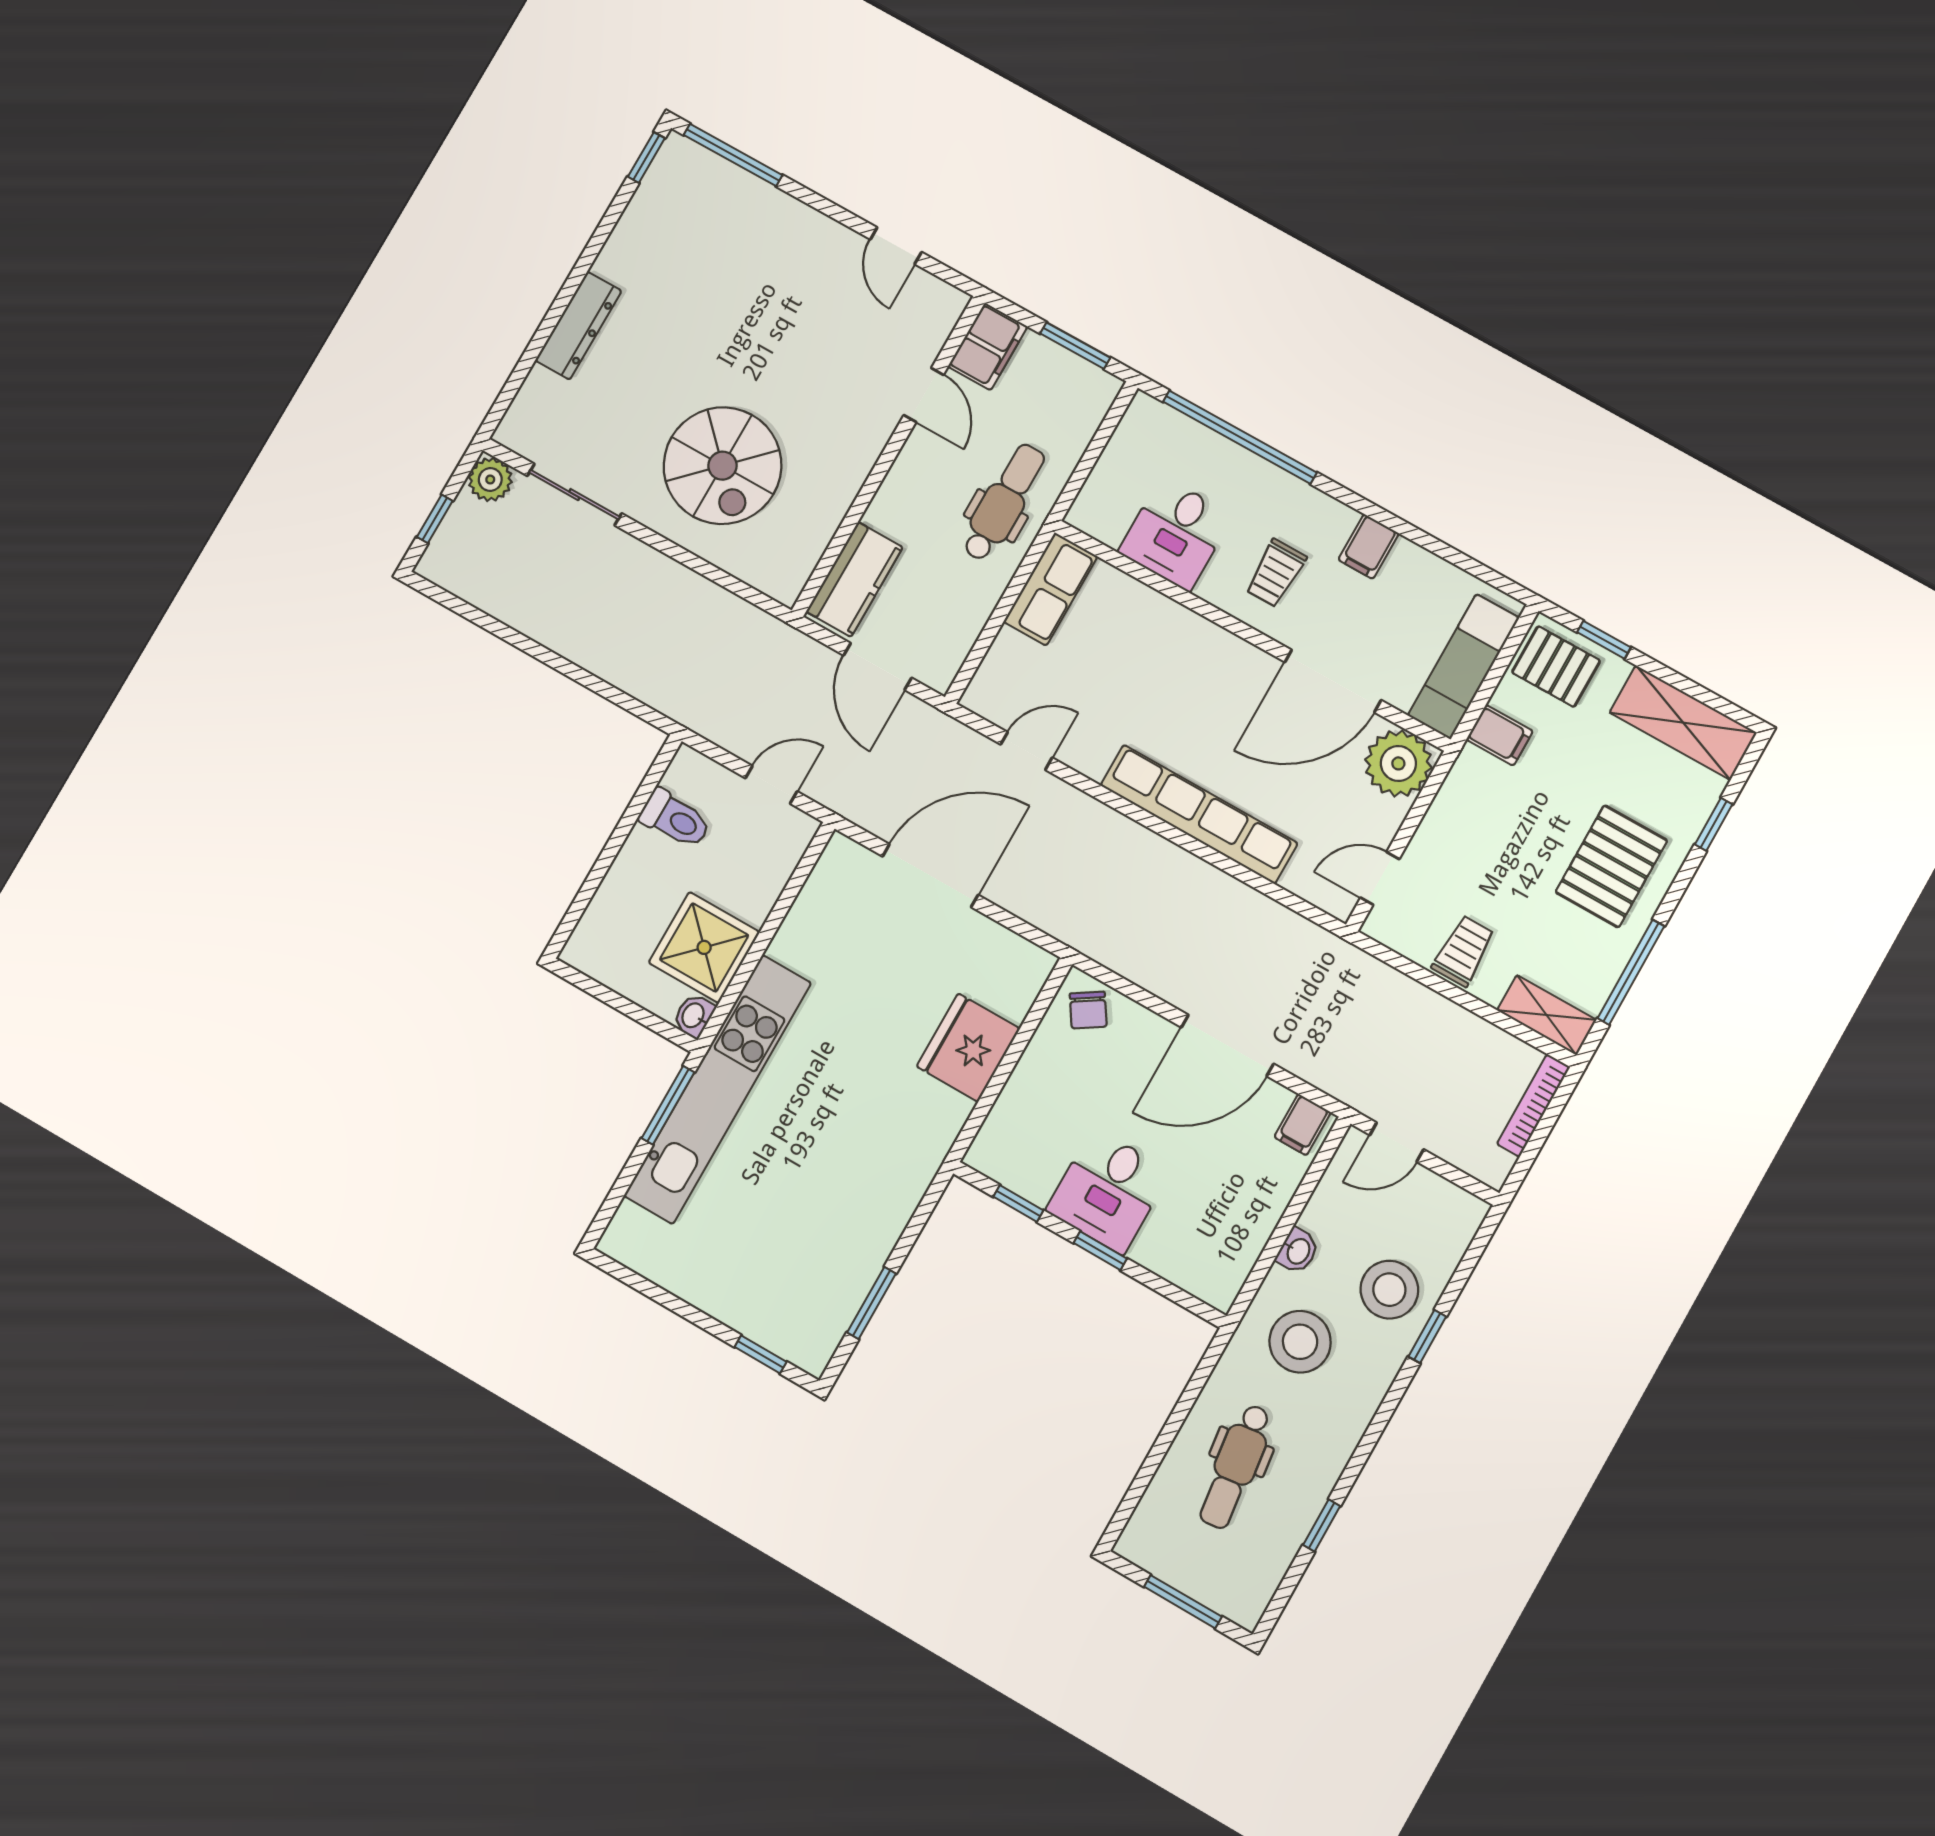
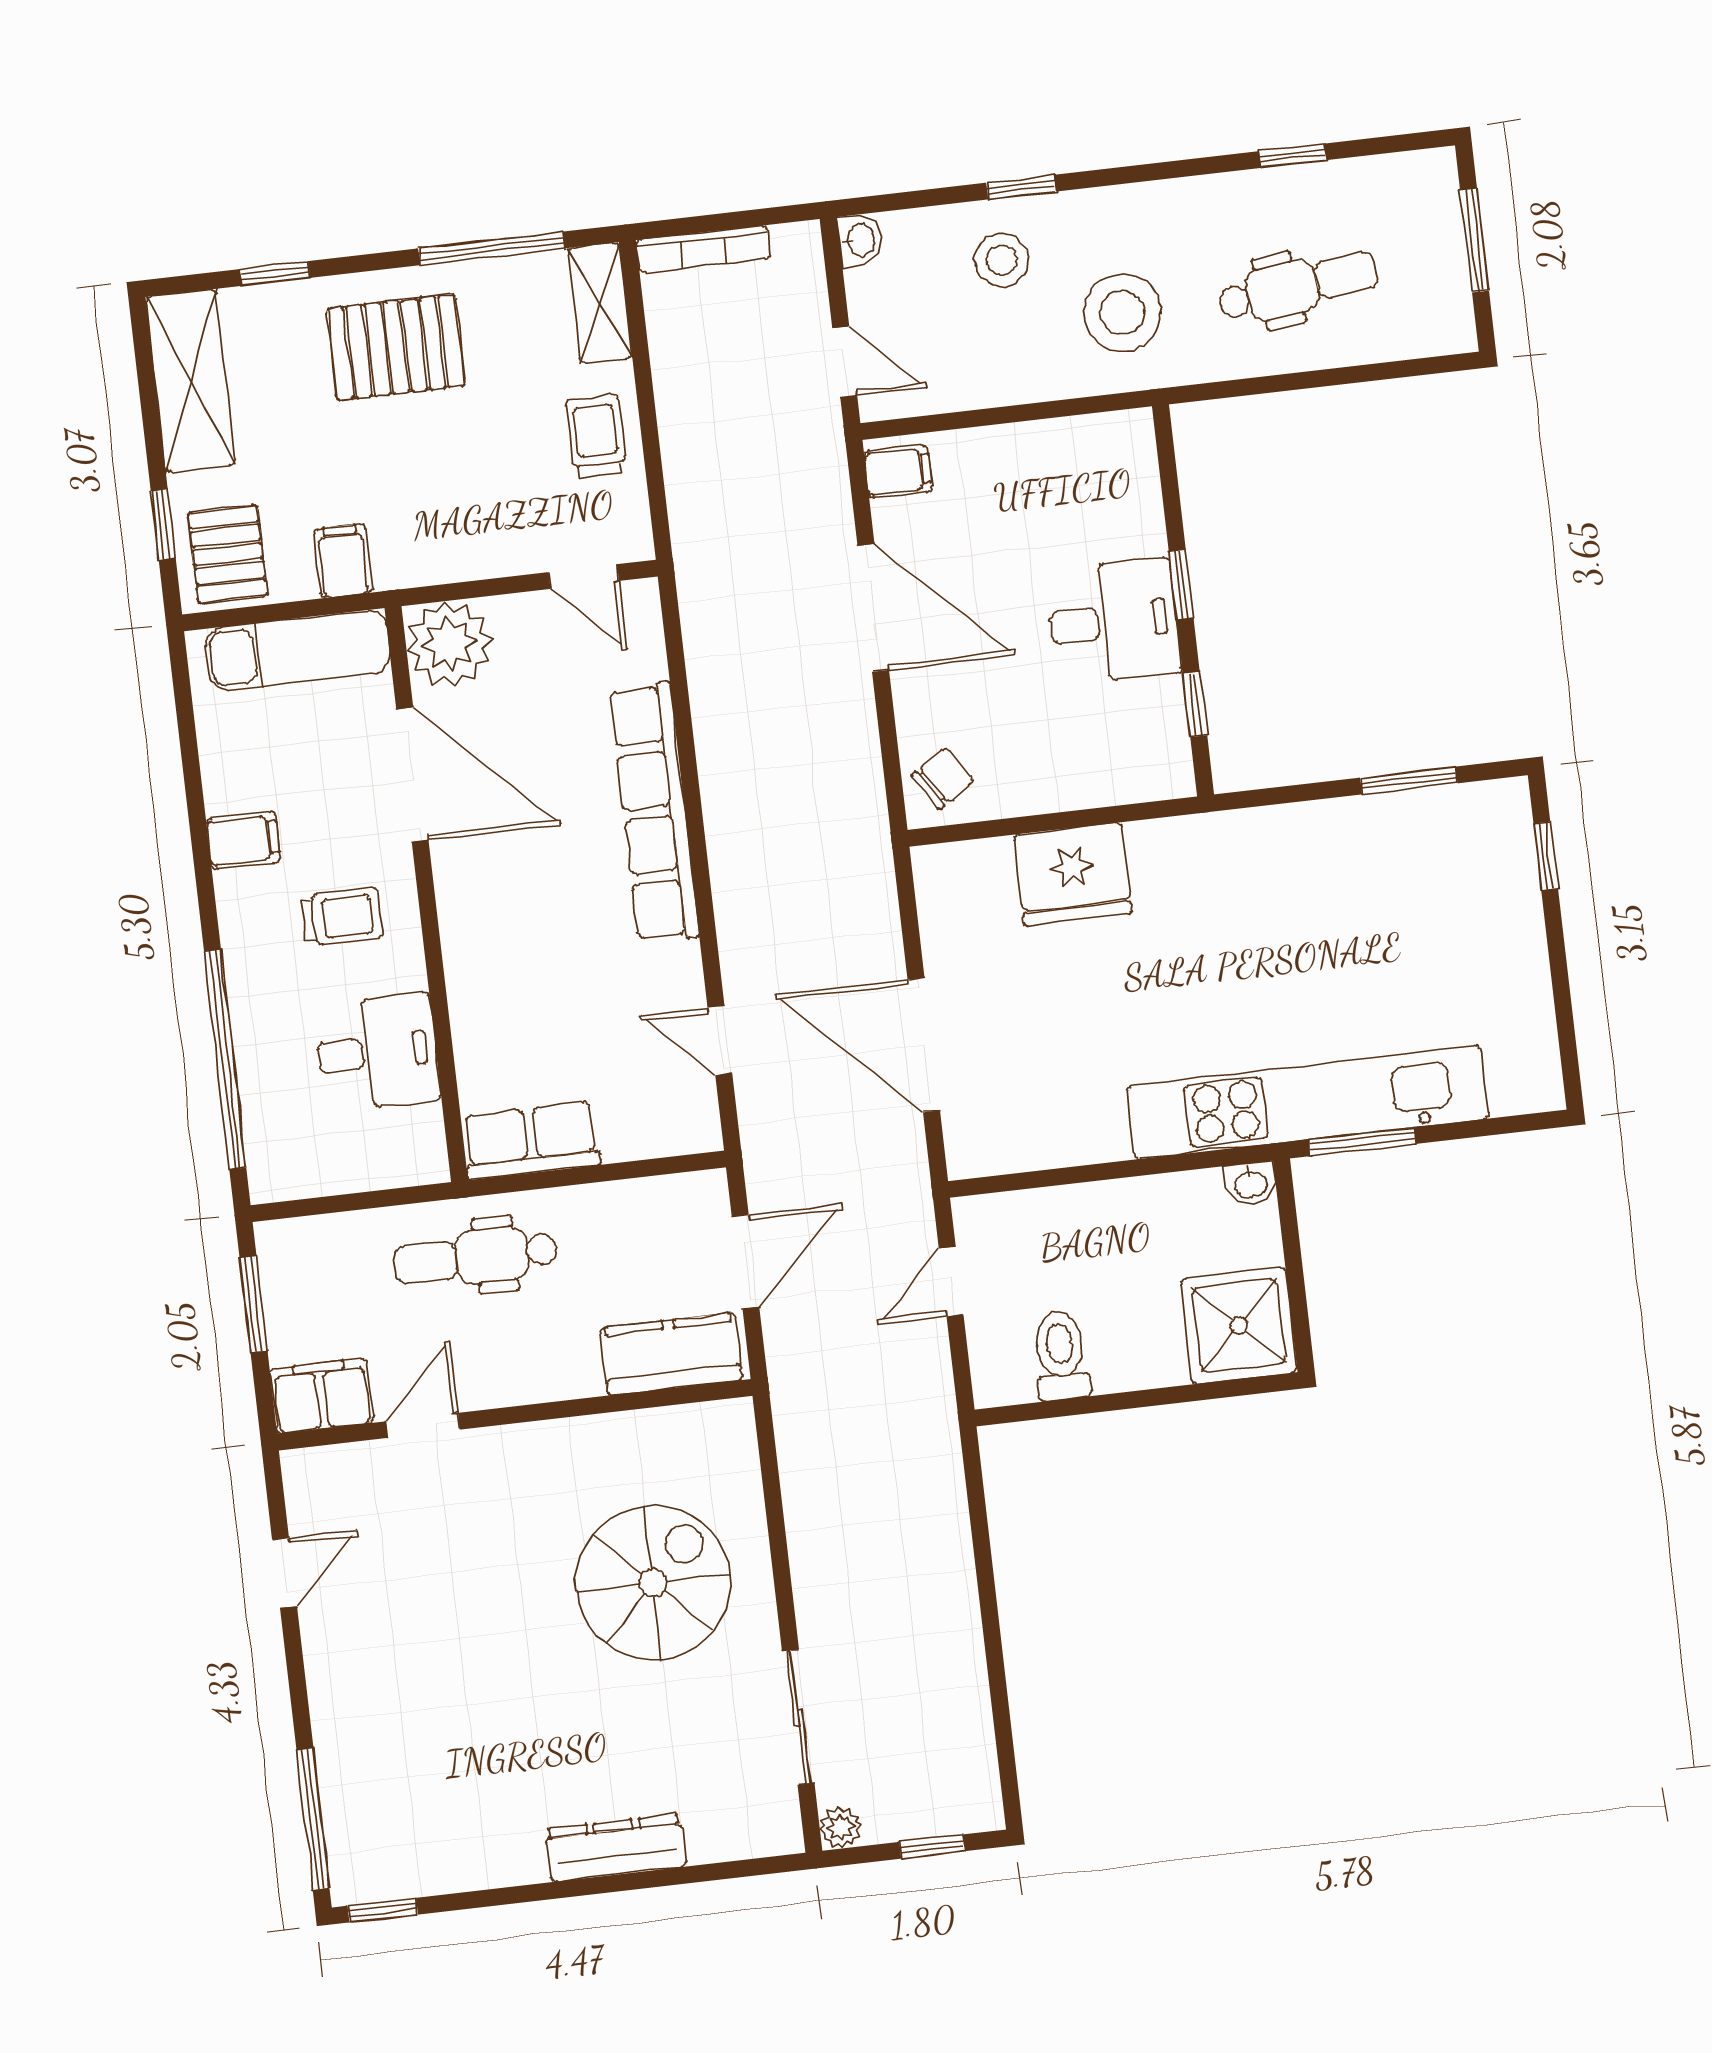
plant: (490, 480) -> (841, 1828), width x0.73, depth x0.73
door: (771, 785) -> (951, 1281), hinge flipped
shower: (704, 947) -> (1239, 1326), moved
trolley: (1463, 951) -> (596, 436), turned 90
washbasin: (1298, 1251) -> (860, 240), moved, turned 90
stool: (1389, 1290) -> (1002, 260), width x0.73, depth x0.73

